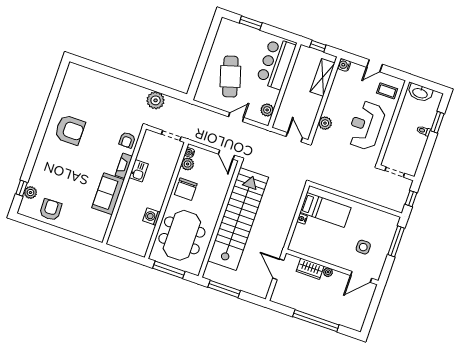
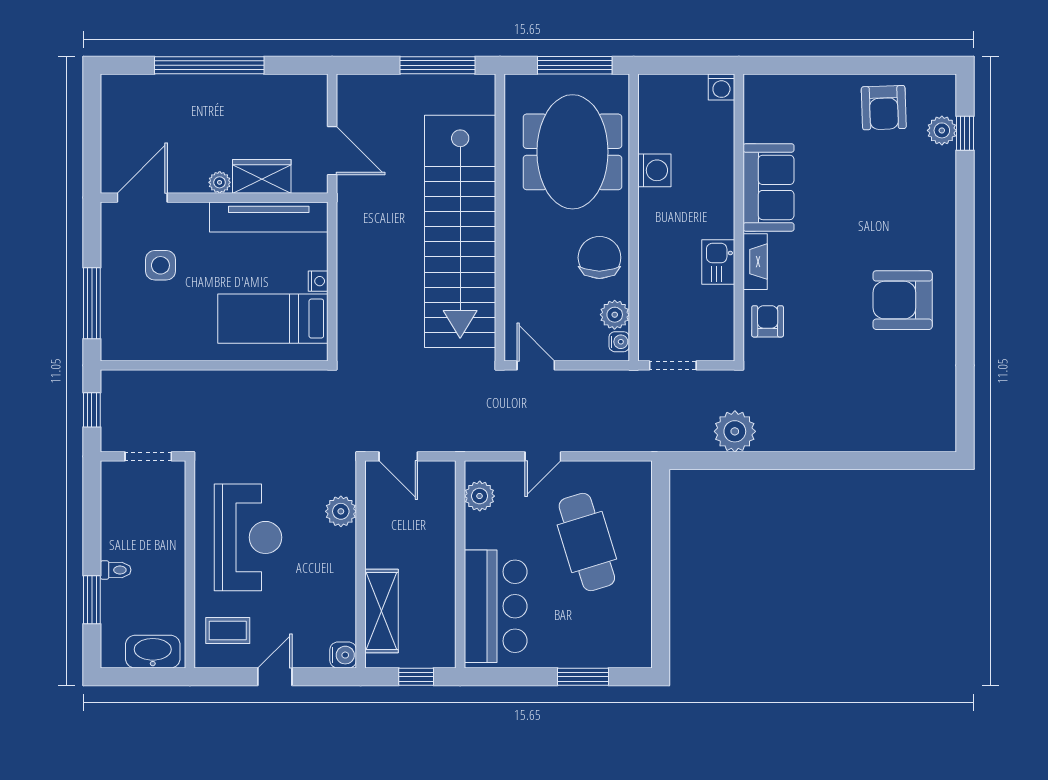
washing machine: (113, 241) -> (721, 87), added
tv unit: (313, 251) -> (269, 217), added

